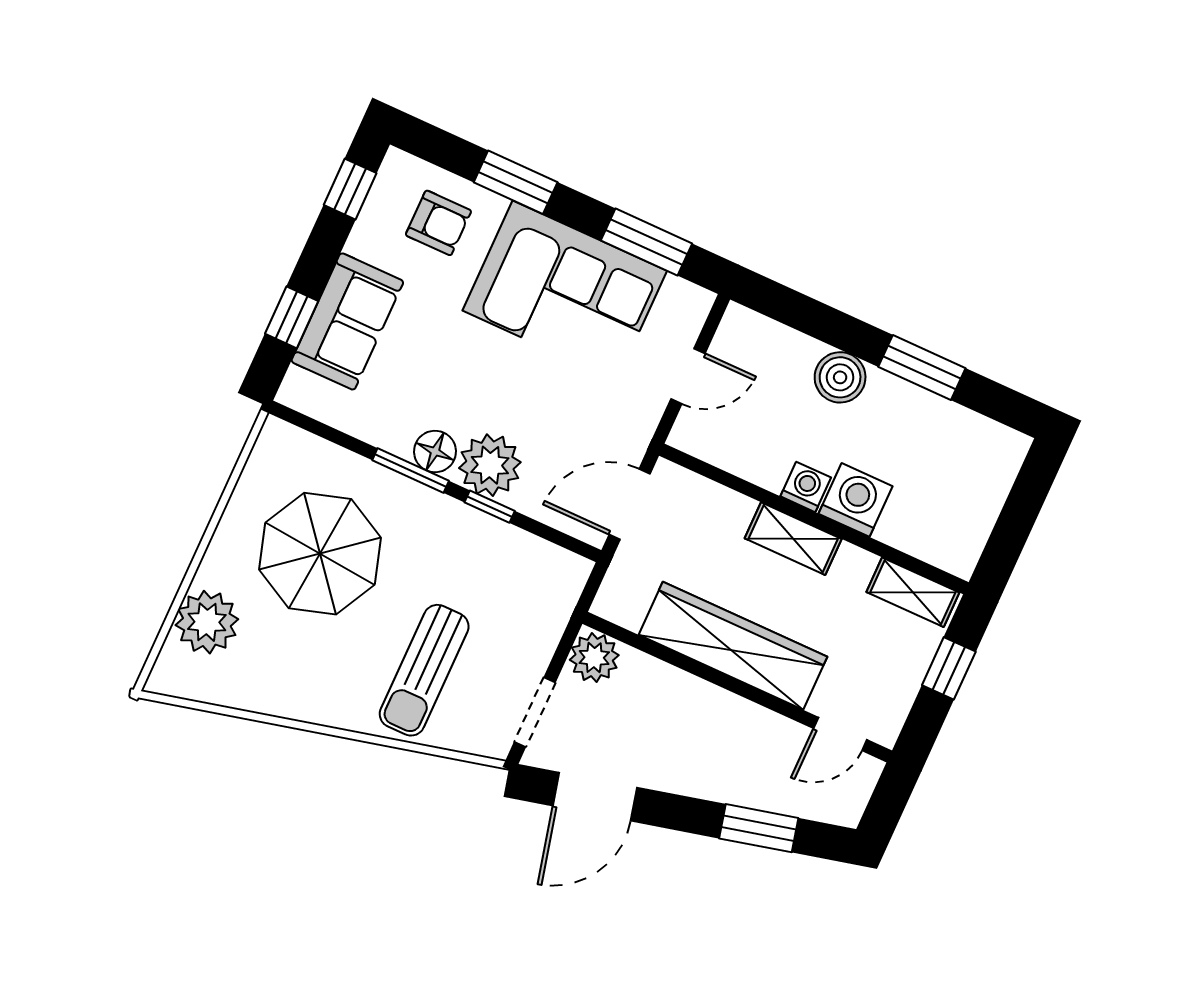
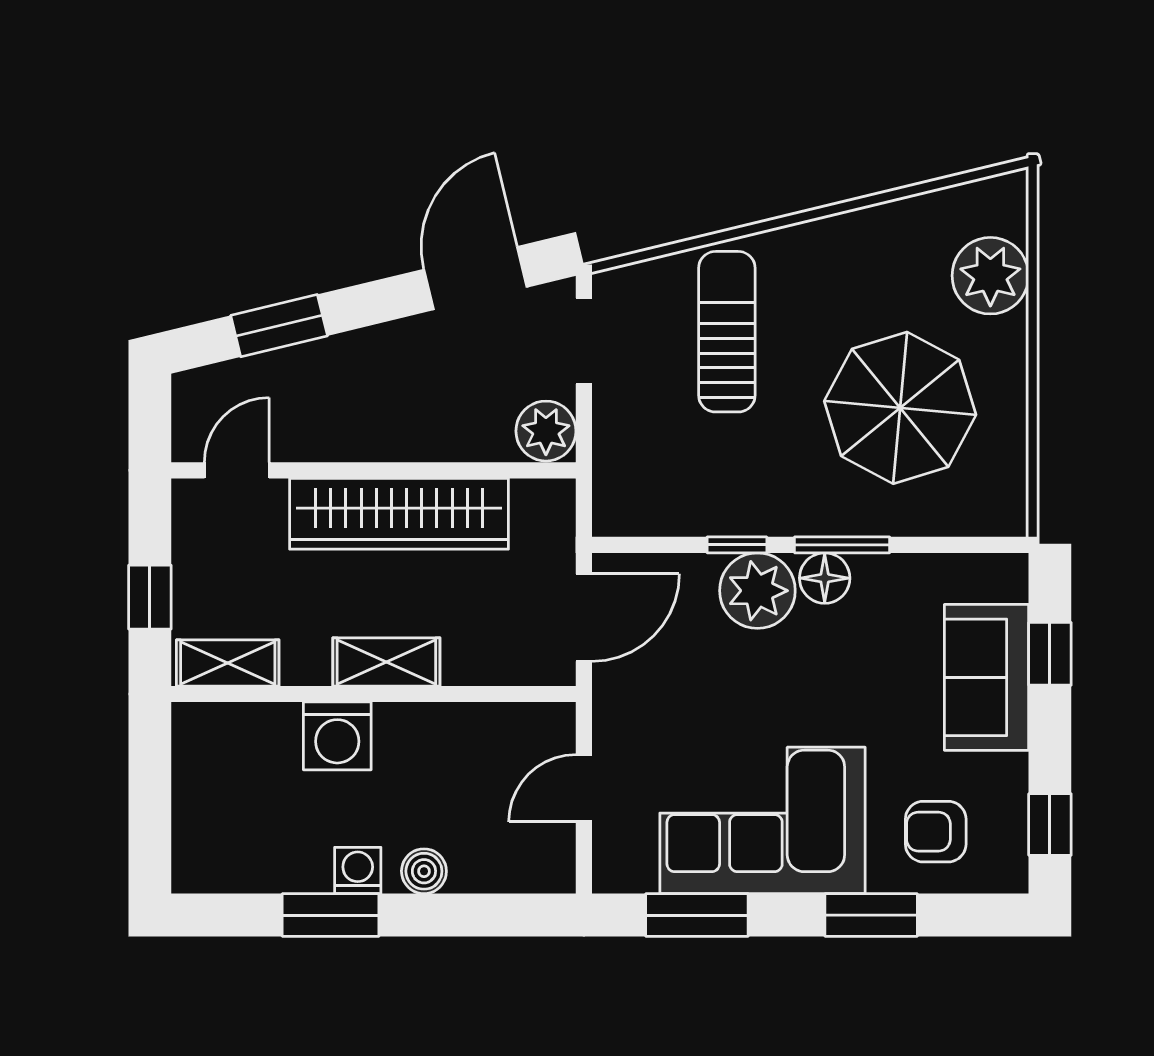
boiler: (840, 377) -> (424, 871), width x0.73, depth x0.73
washing machine: (806, 487) -> (358, 871), moved, turned 180

